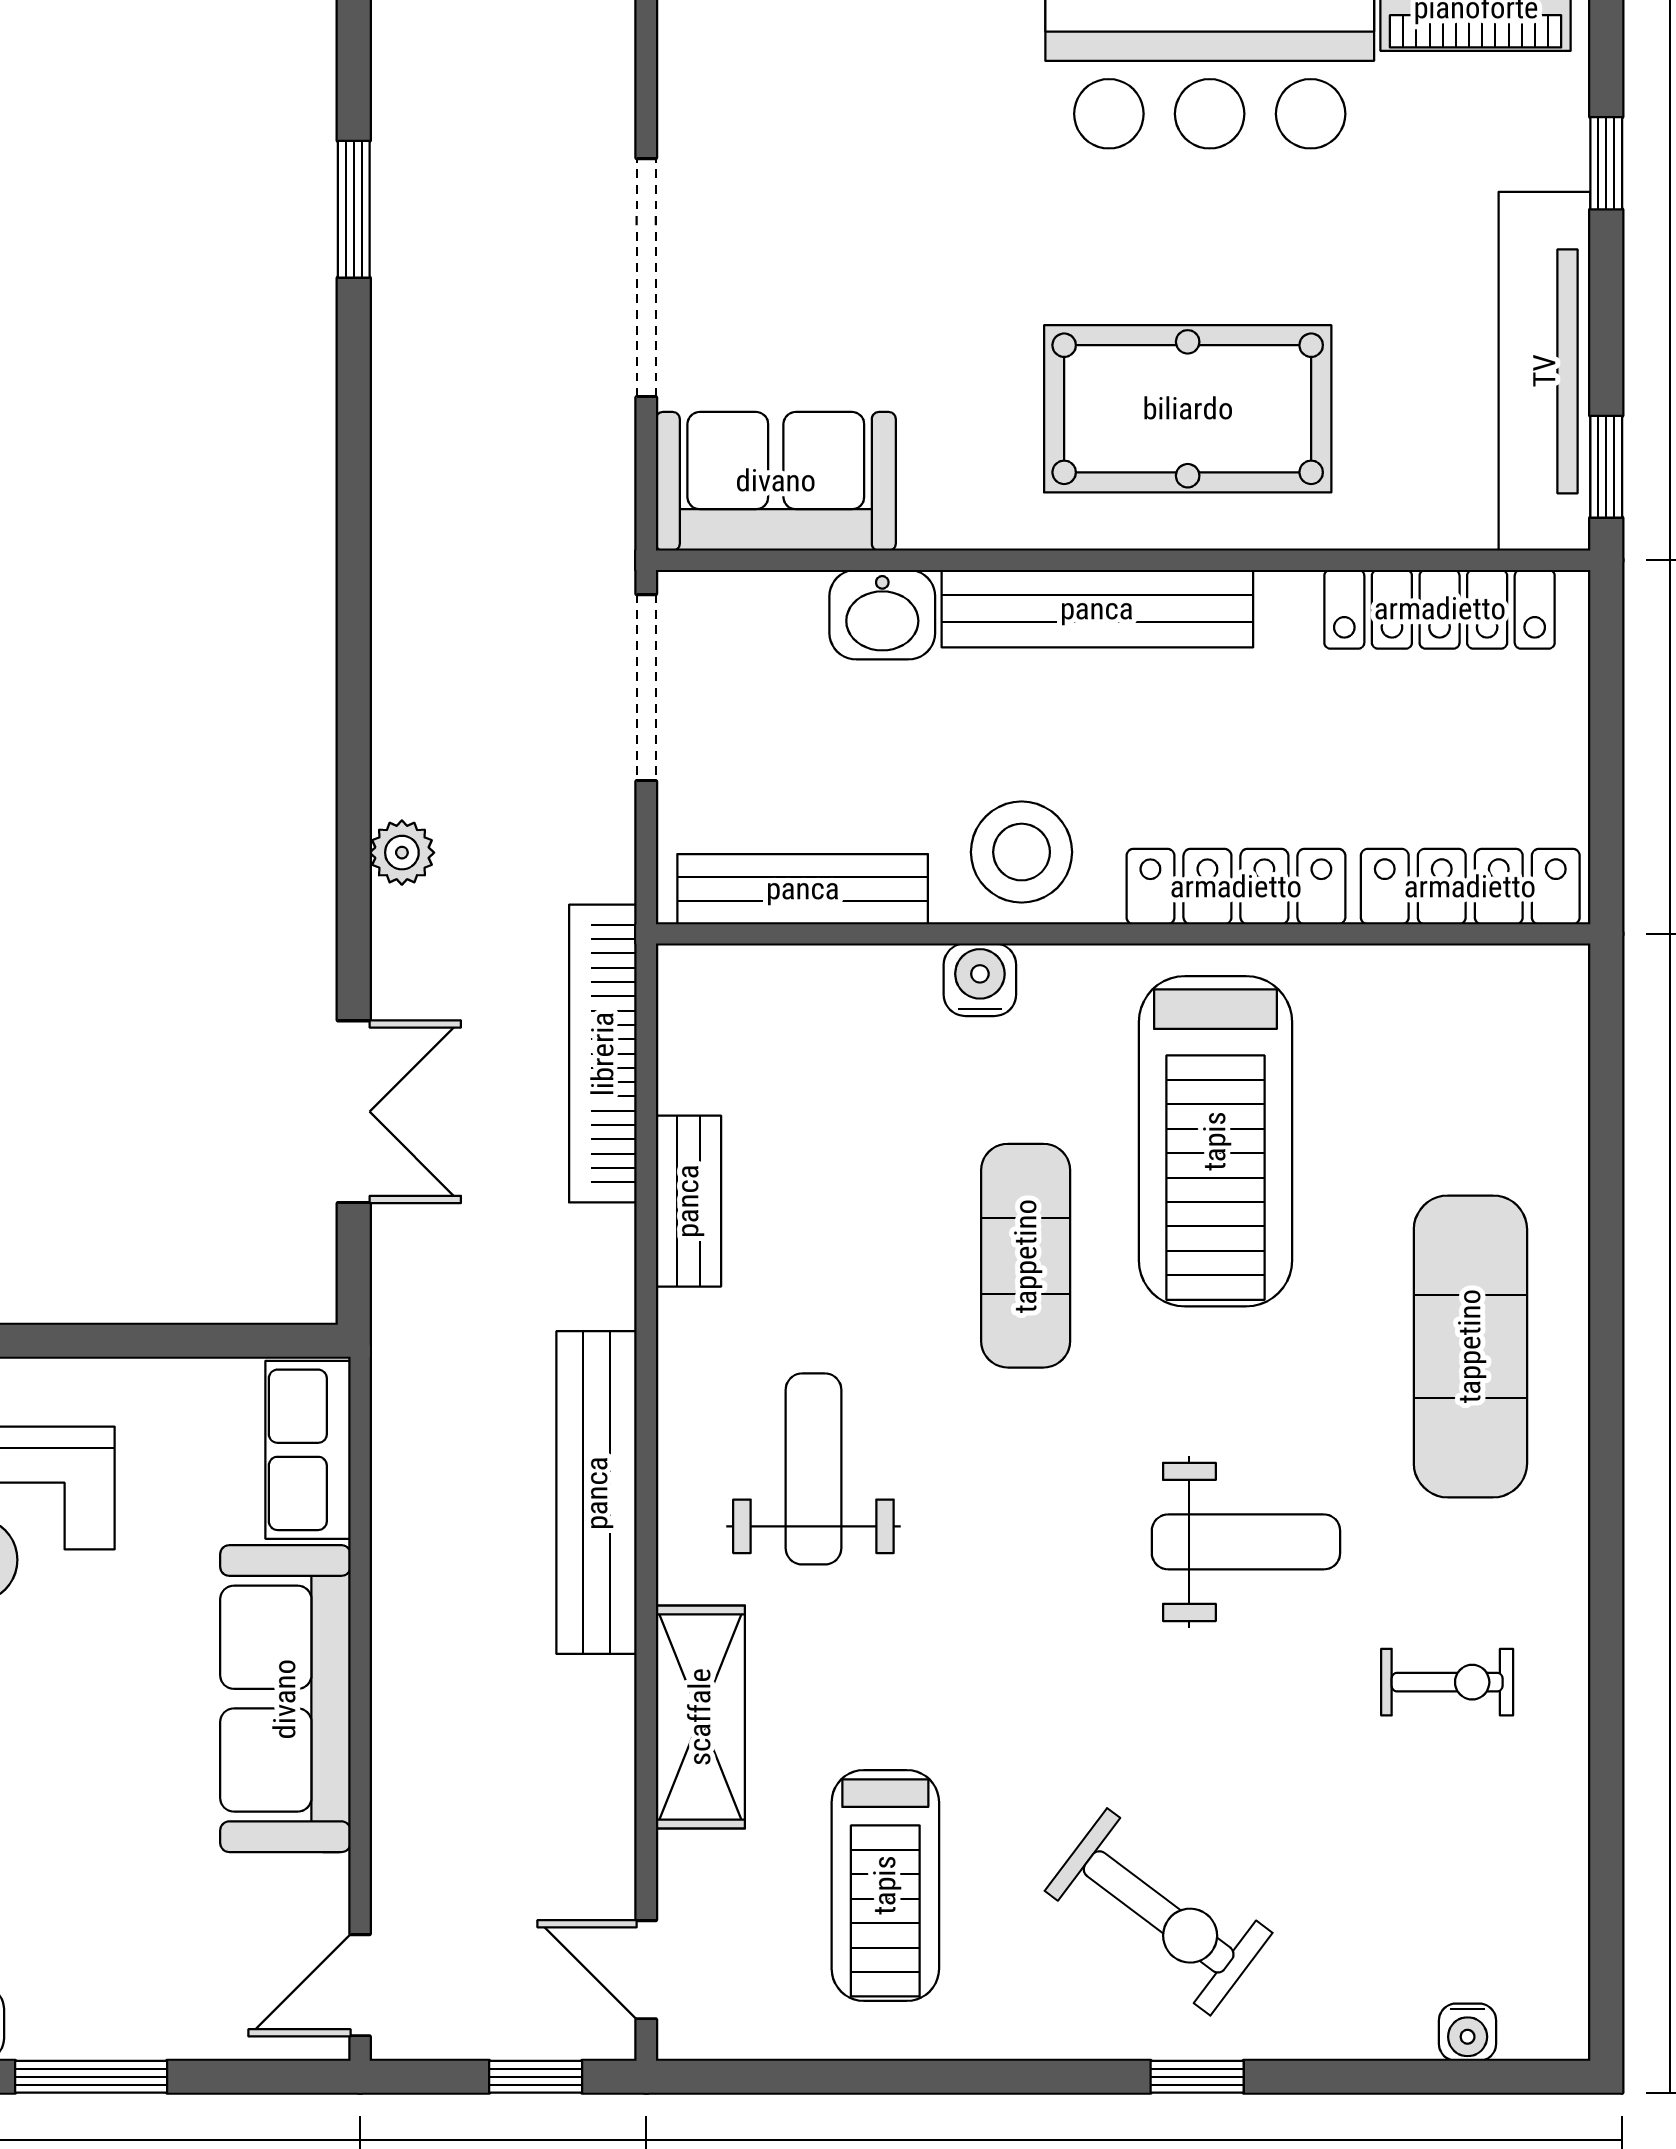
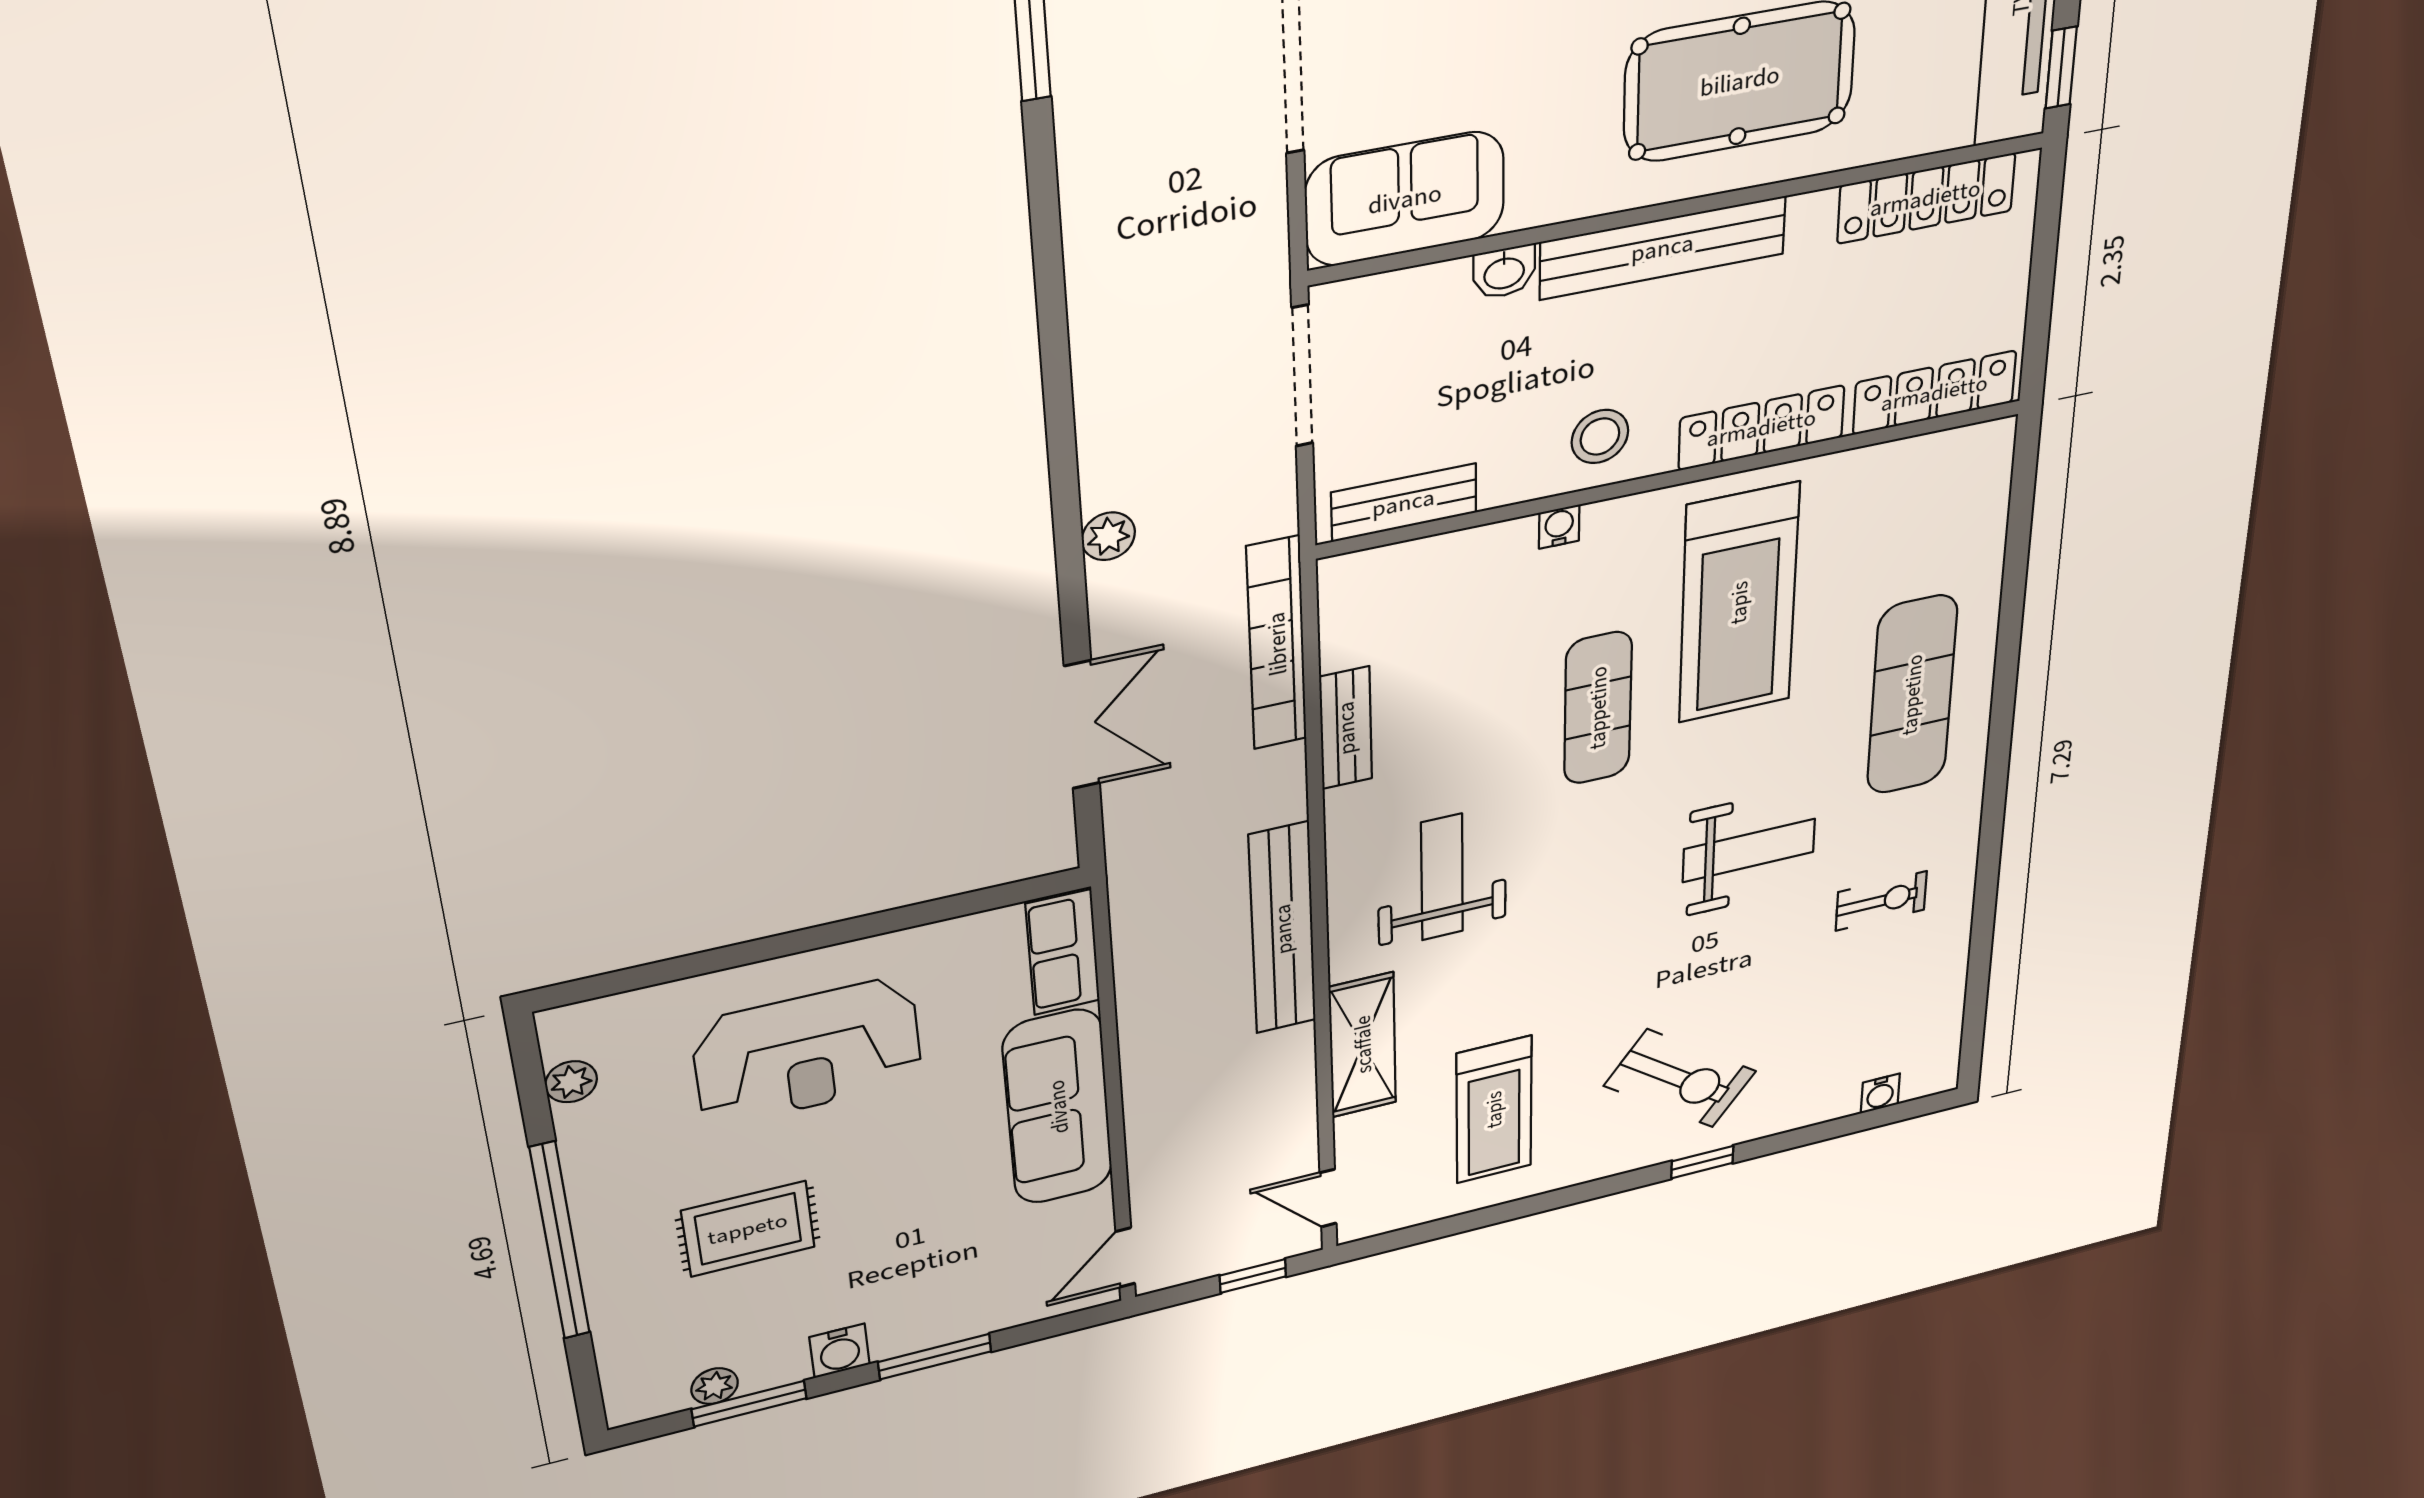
washbasin: (882, 615) -> (1504, 272), width x0.72, depth x0.69
stool: (1022, 852) -> (1600, 437), width x0.73, depth x0.73
bench: (803, 889) -> (1404, 503), width x0.73
water cooler: (980, 980) -> (1559, 527), width x0.72, depth x0.72

